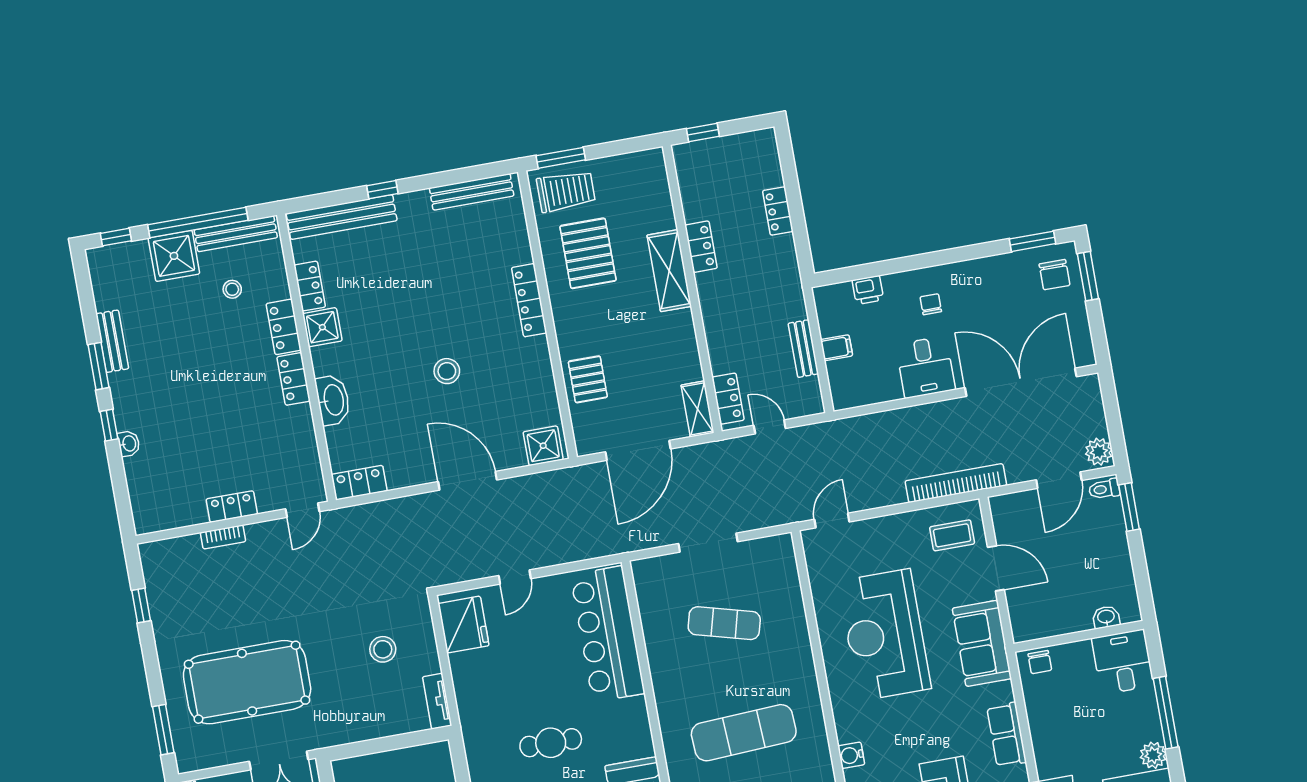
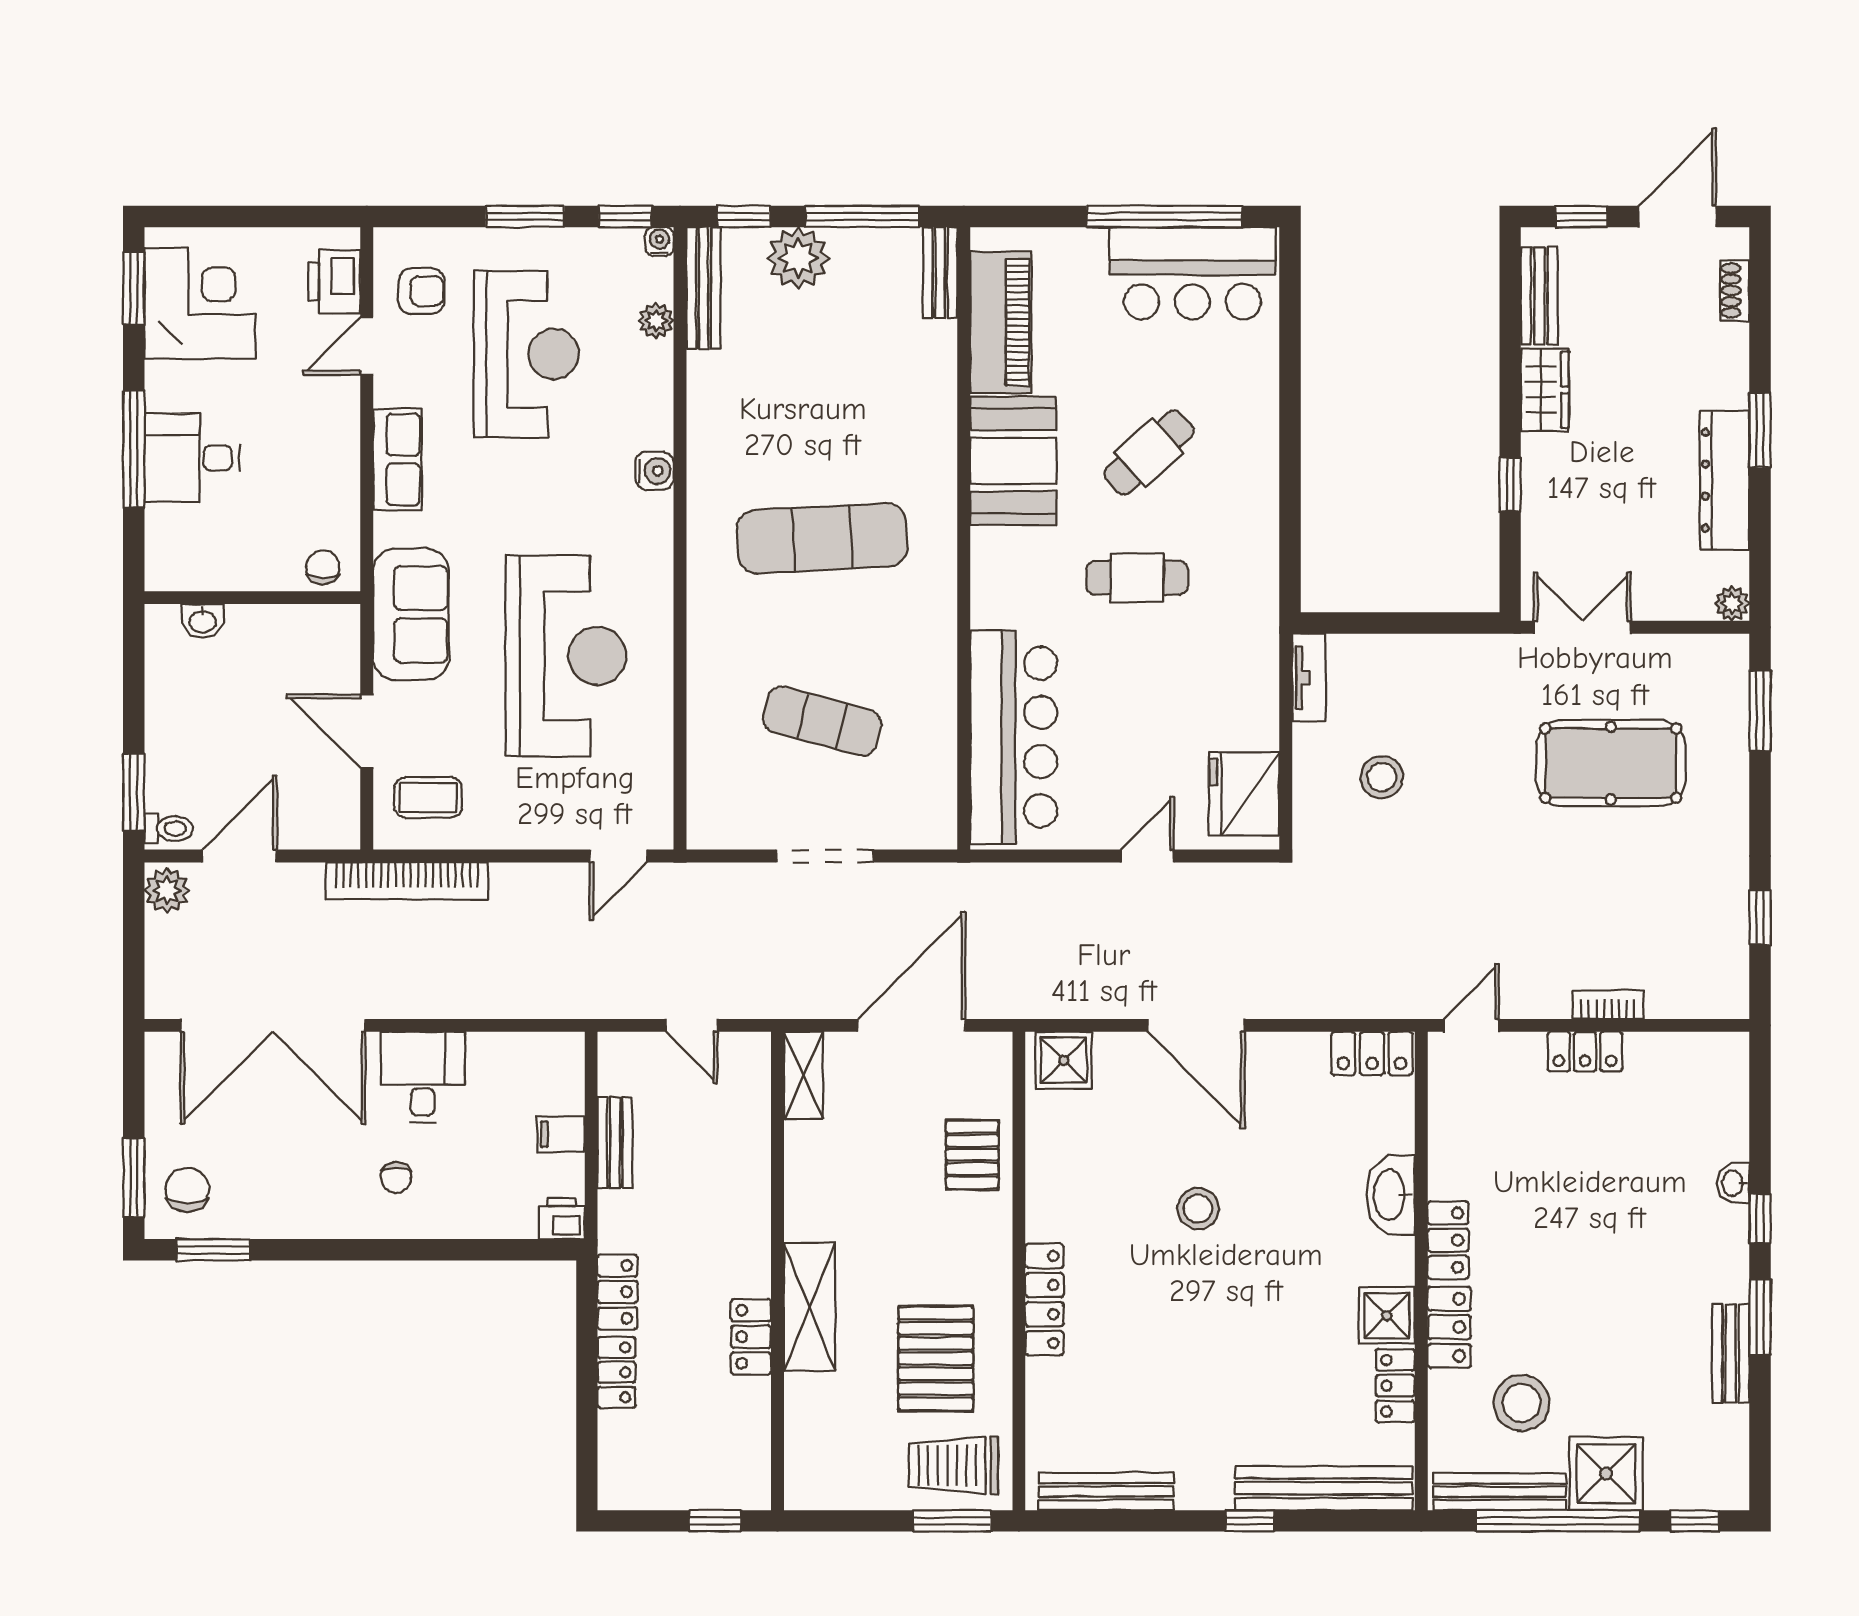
stool: (232, 289) -> (1522, 1403), width x1.89, depth x1.89
printer: (868, 290) -> (562, 1219), moved
locker: (728, 399) -> (617, 1292), moved, turned 180
desk: (1123, 662) -> (192, 458), moved, turned 90
pool table: (247, 682) -> (1611, 763), width x0.73, depth x0.76
plant: (1153, 755) -> (166, 384), removed

